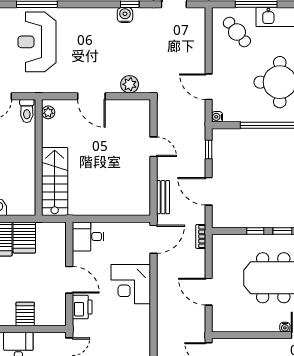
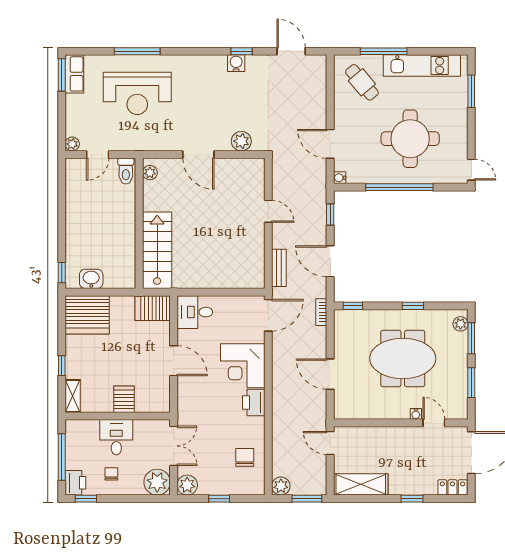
reception desk: (37, 42) -> (137, 93), turned -90
window: (255, 231) -> (353, 306), moved
server rack: (24, 237) -> (153, 308), moved, turned 90
printer: (82, 307) -> (254, 402), moved, turned 180

